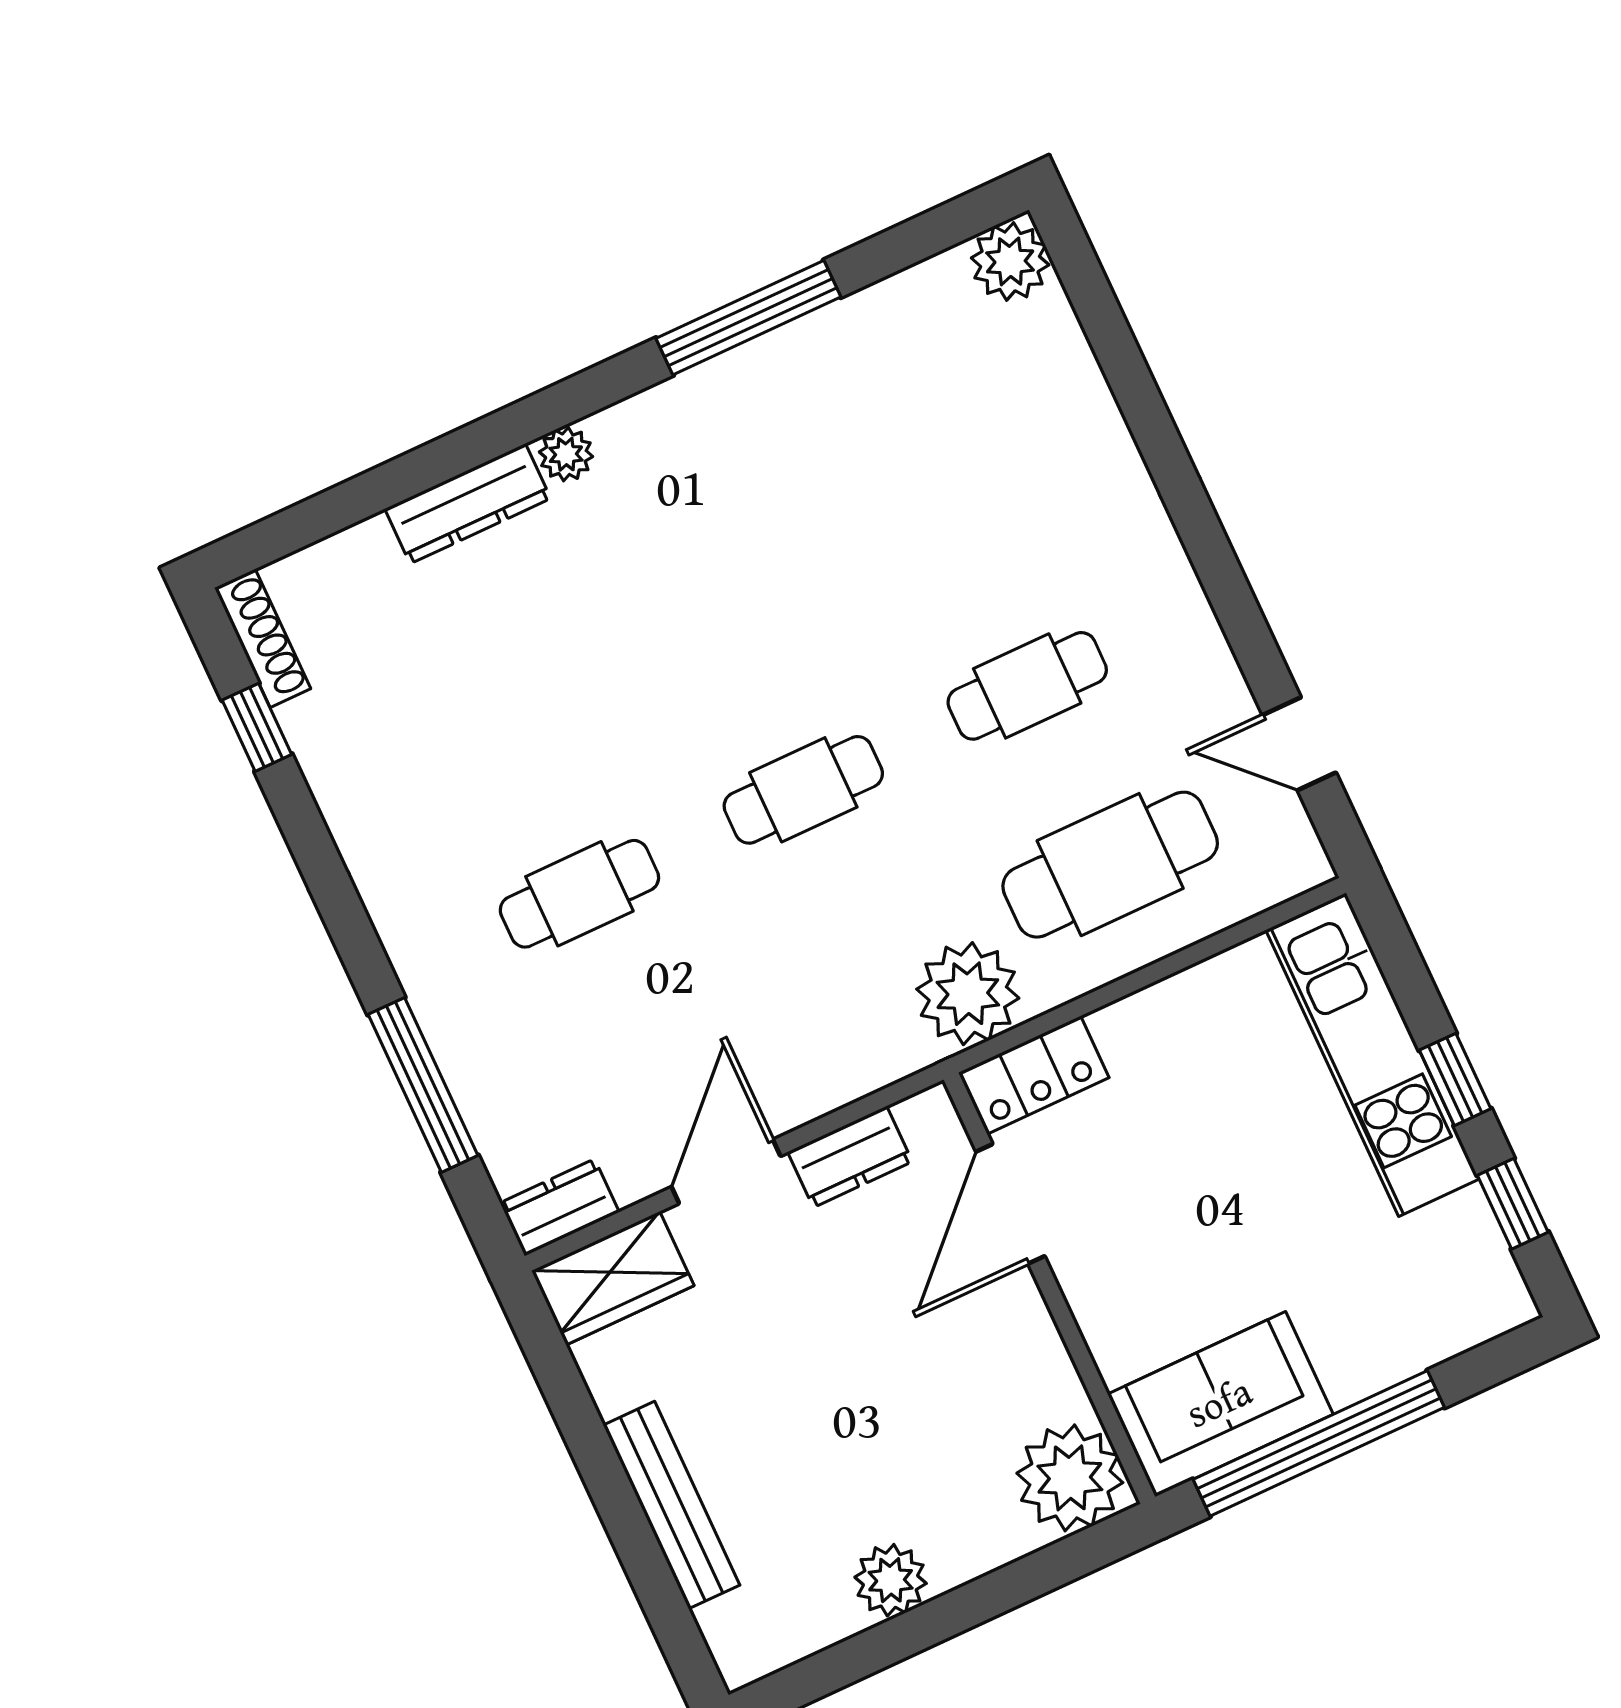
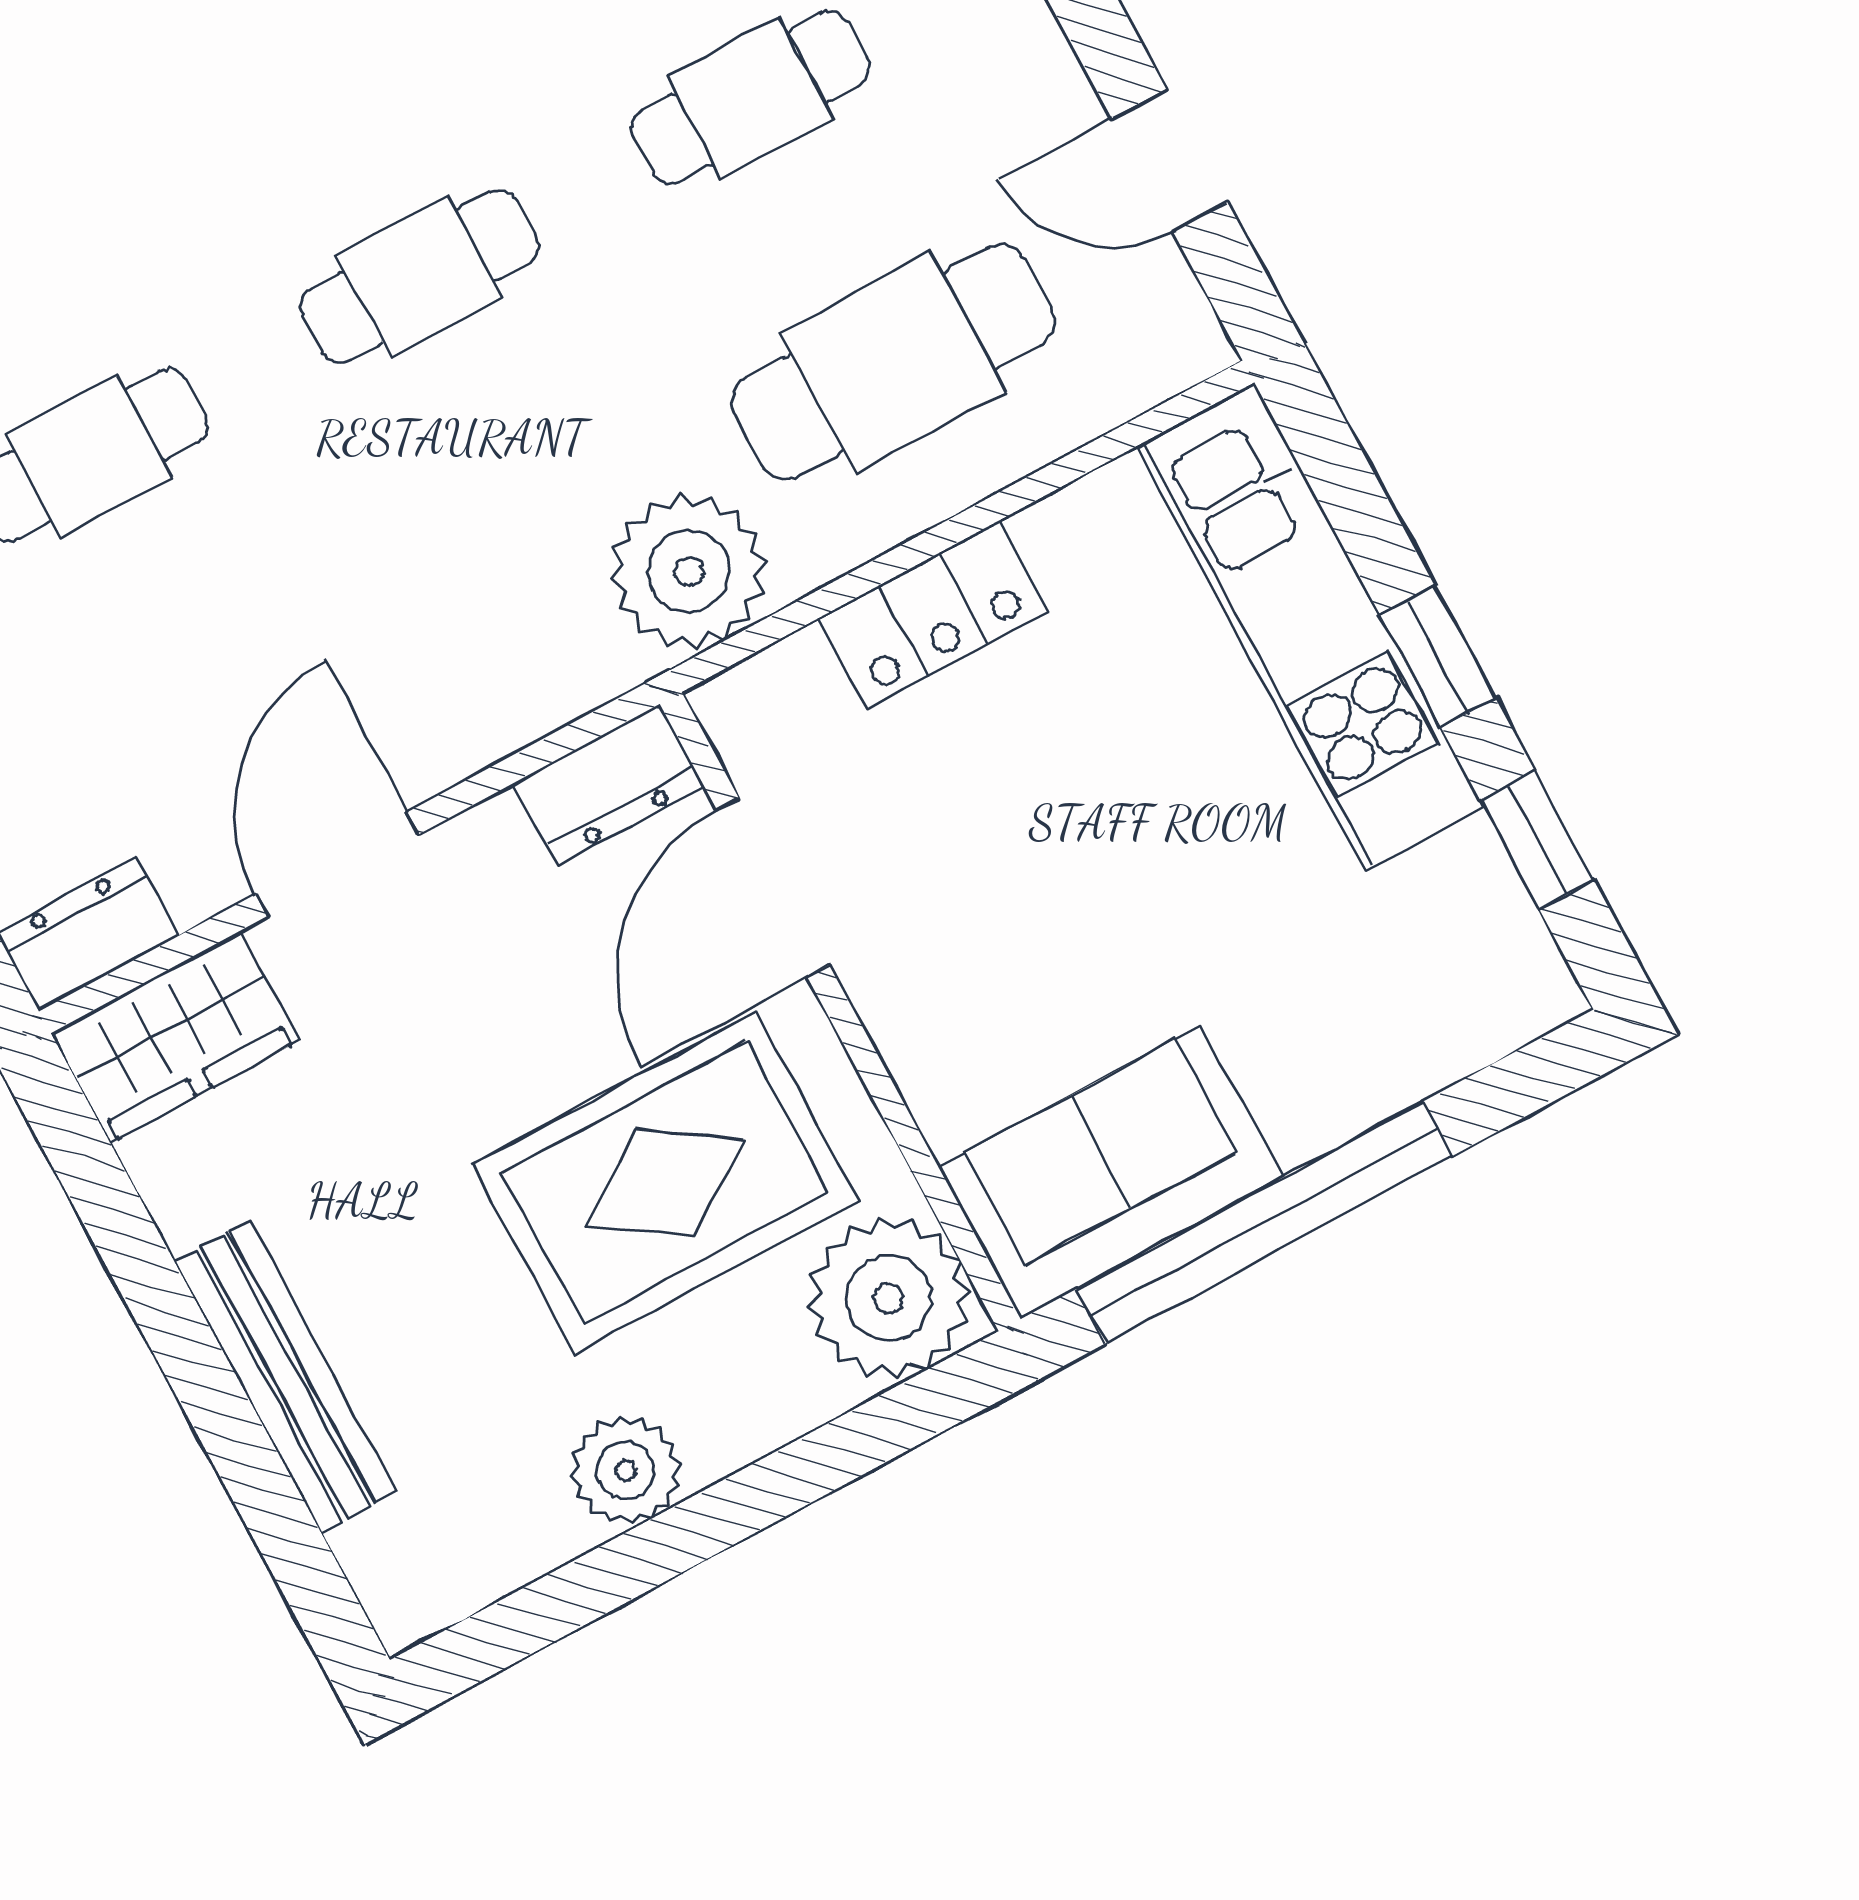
locker: (1034, 1075) -> (933, 615), moved
dresser: (850, 1157) -> (609, 785), moved
rug: (928, 1393) -> (665, 1183), added

